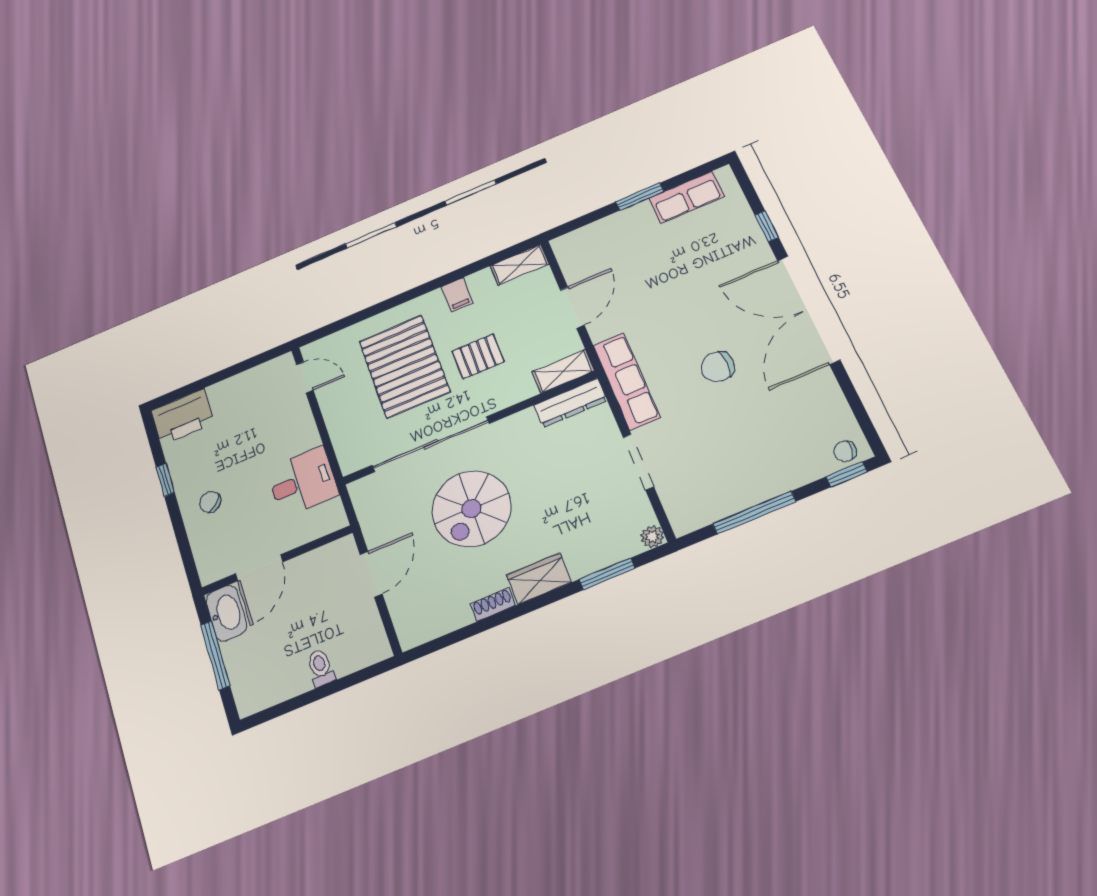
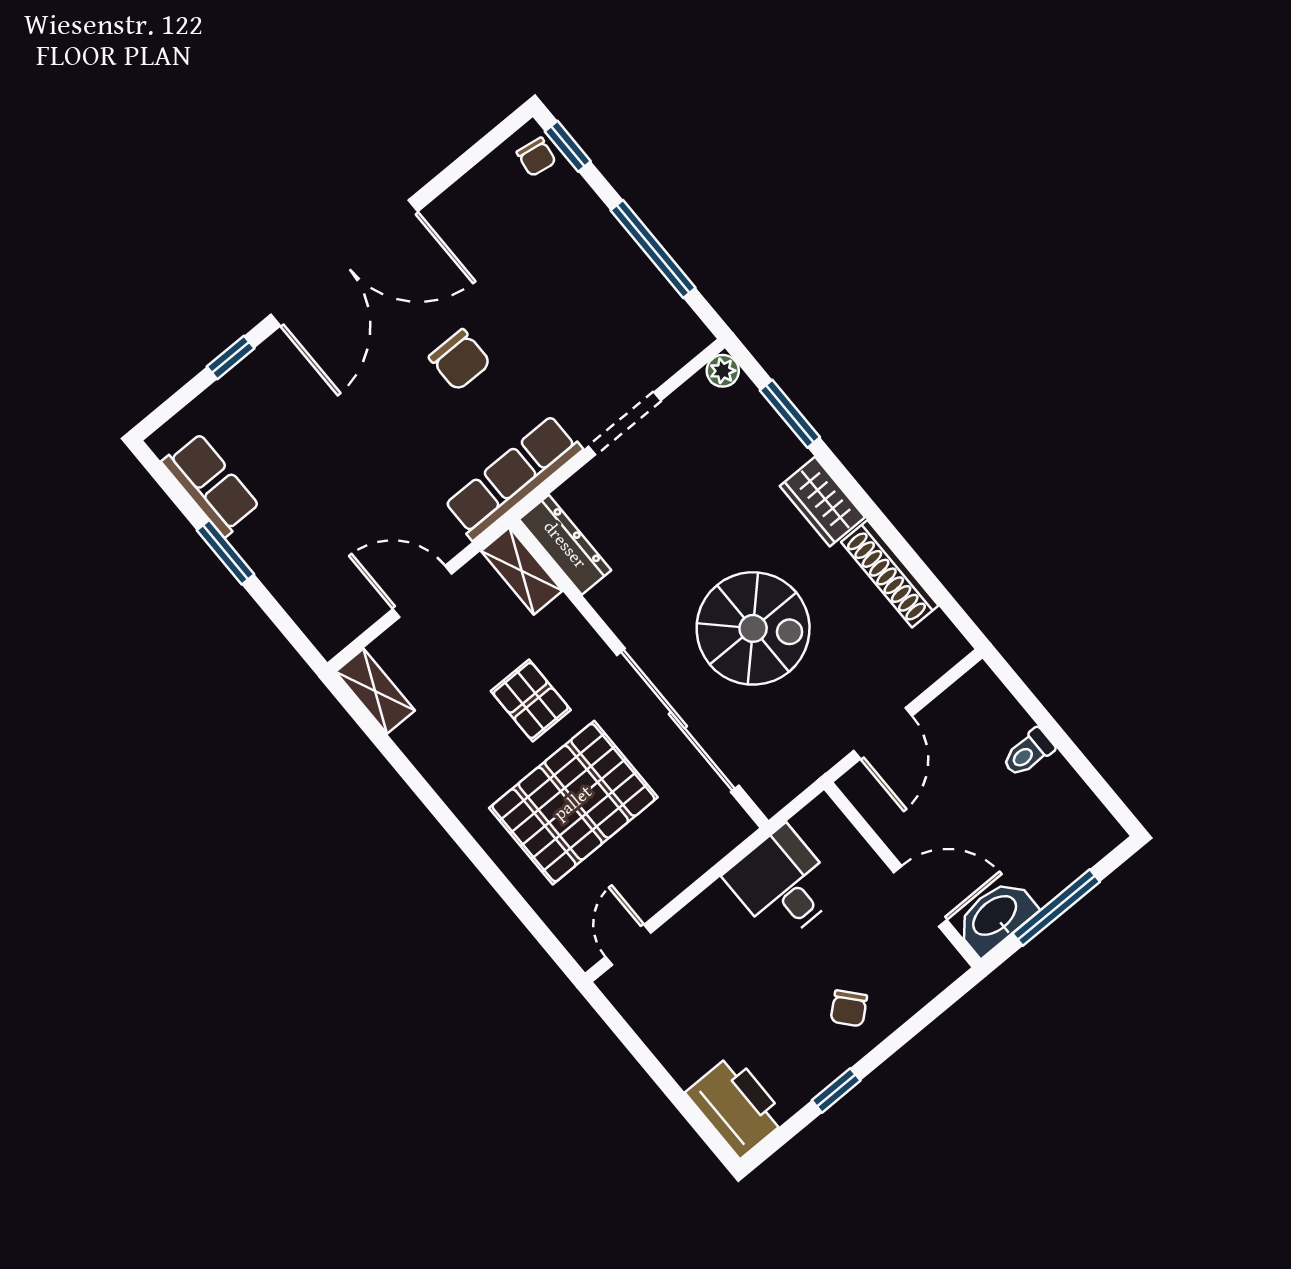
filing cabinet: (457, 295) -> (444, 766), removed
door: (371, 574) -> (883, 733), swing flipped
shoe rack: (493, 604) -> (890, 574), width x1.94, depth x1.24

